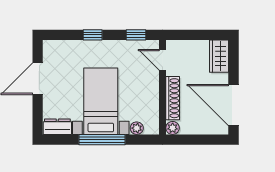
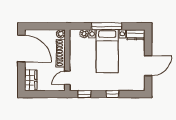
door: (163, 60) -> (67, 78), swing flipped

